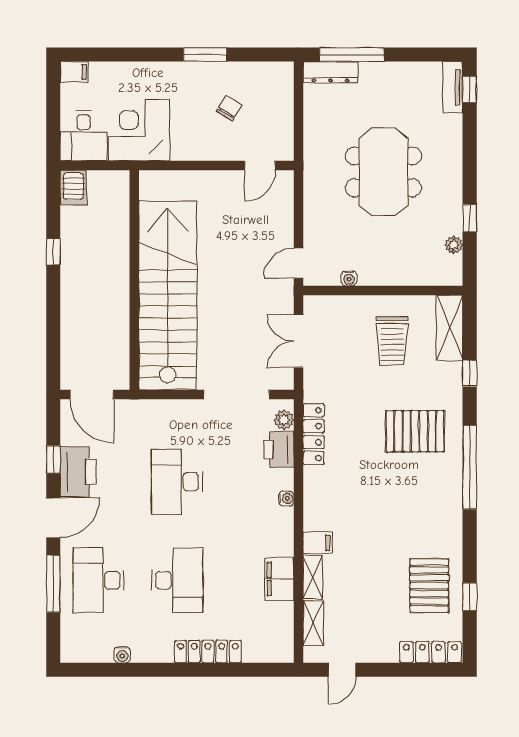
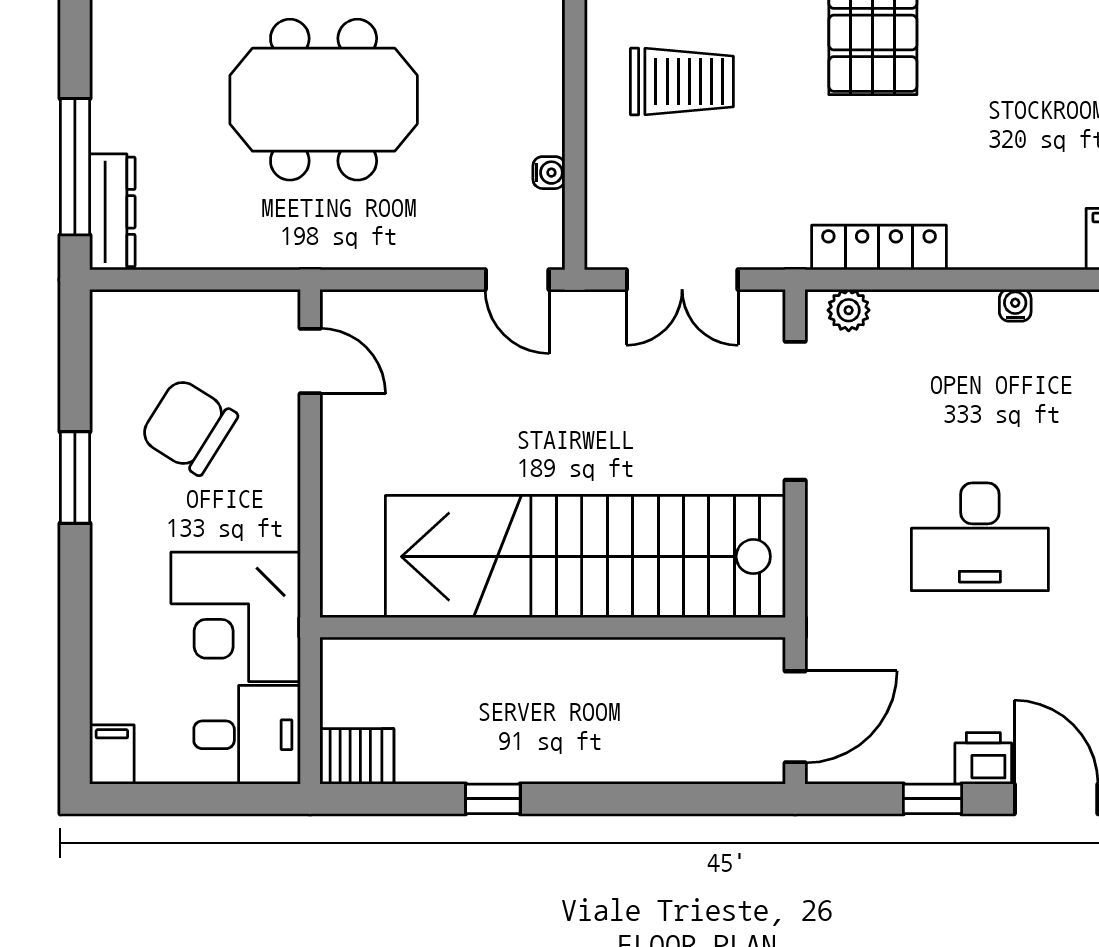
chair: (229, 108) -> (189, 427), width x1.87, depth x1.87
printer: (279, 449) -> (911, 321), removed
printer: (78, 472) -> (983, 758), width x0.53, depth x0.68

